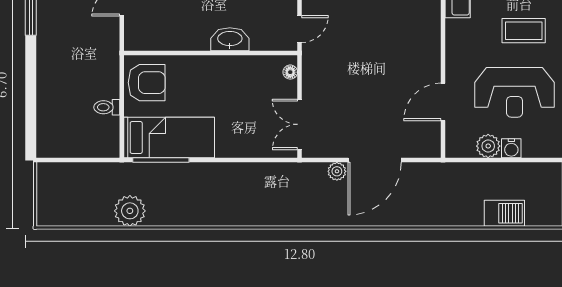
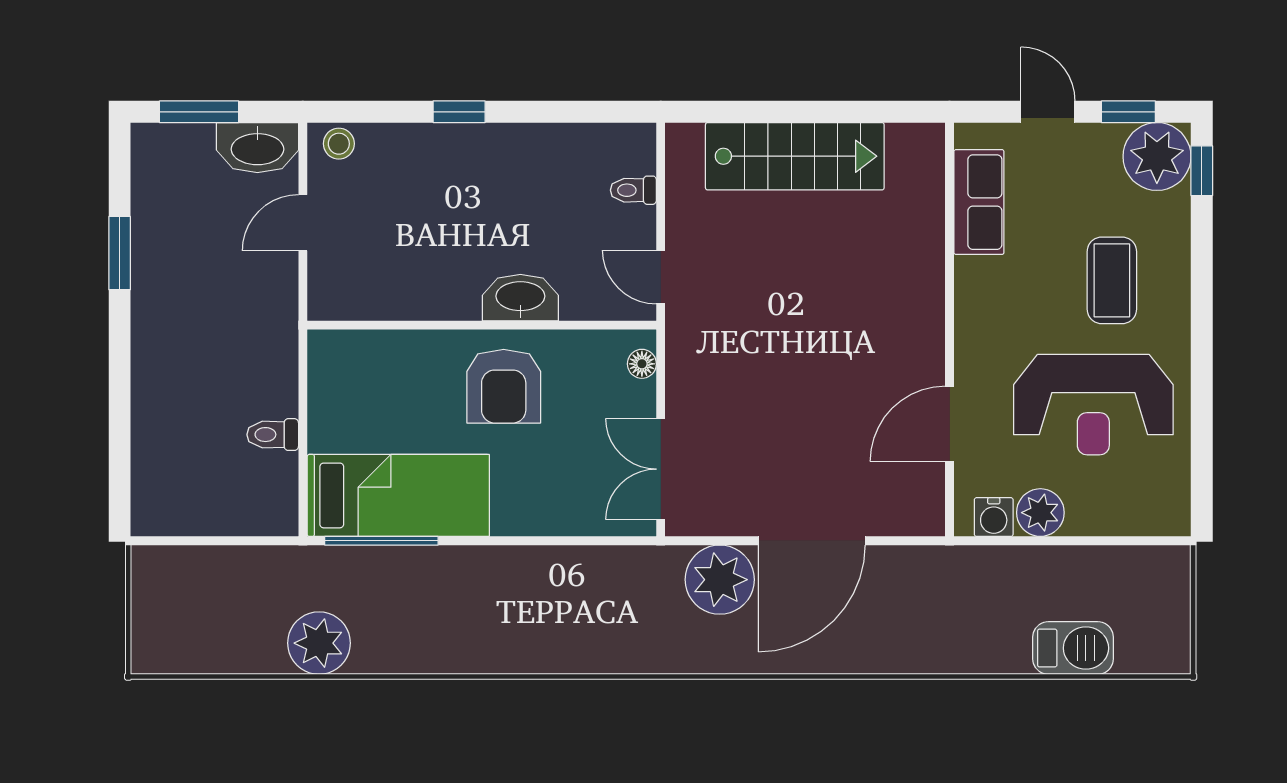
door: (300, 29) -> (661, 277), swing flipped
coffee table: (524, 31) -> (1112, 280), turned 90
armchair: (147, 83) -> (504, 386), moved, turned 90
water cooler: (511, 148) -> (994, 517), moved
plant: (337, 171) -> (720, 580), width x1.88, depth x1.88

